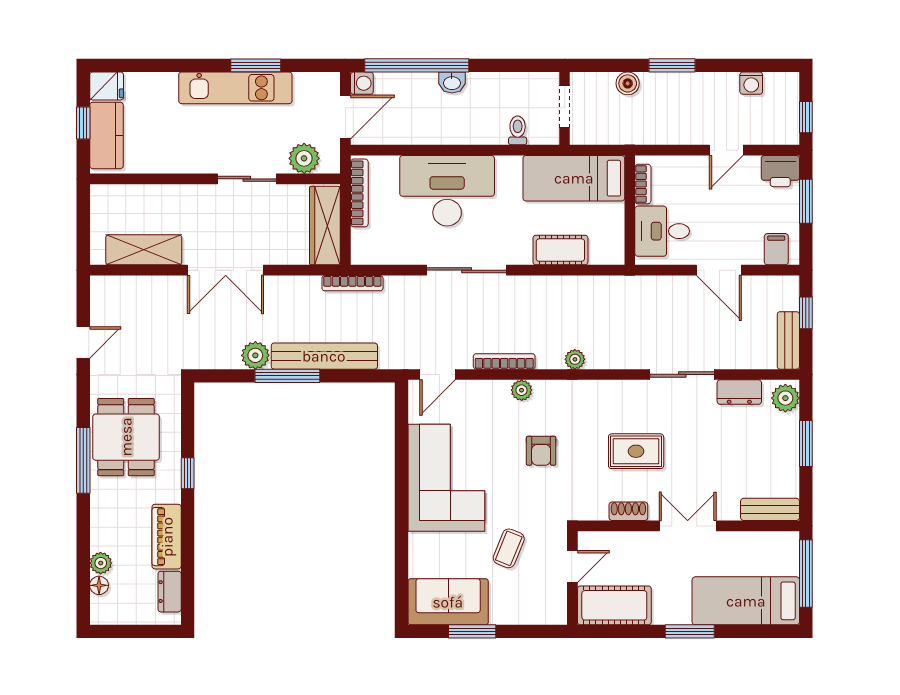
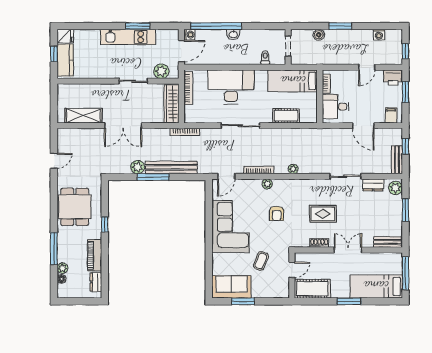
window: (83, 460) -> (54, 249), moved

